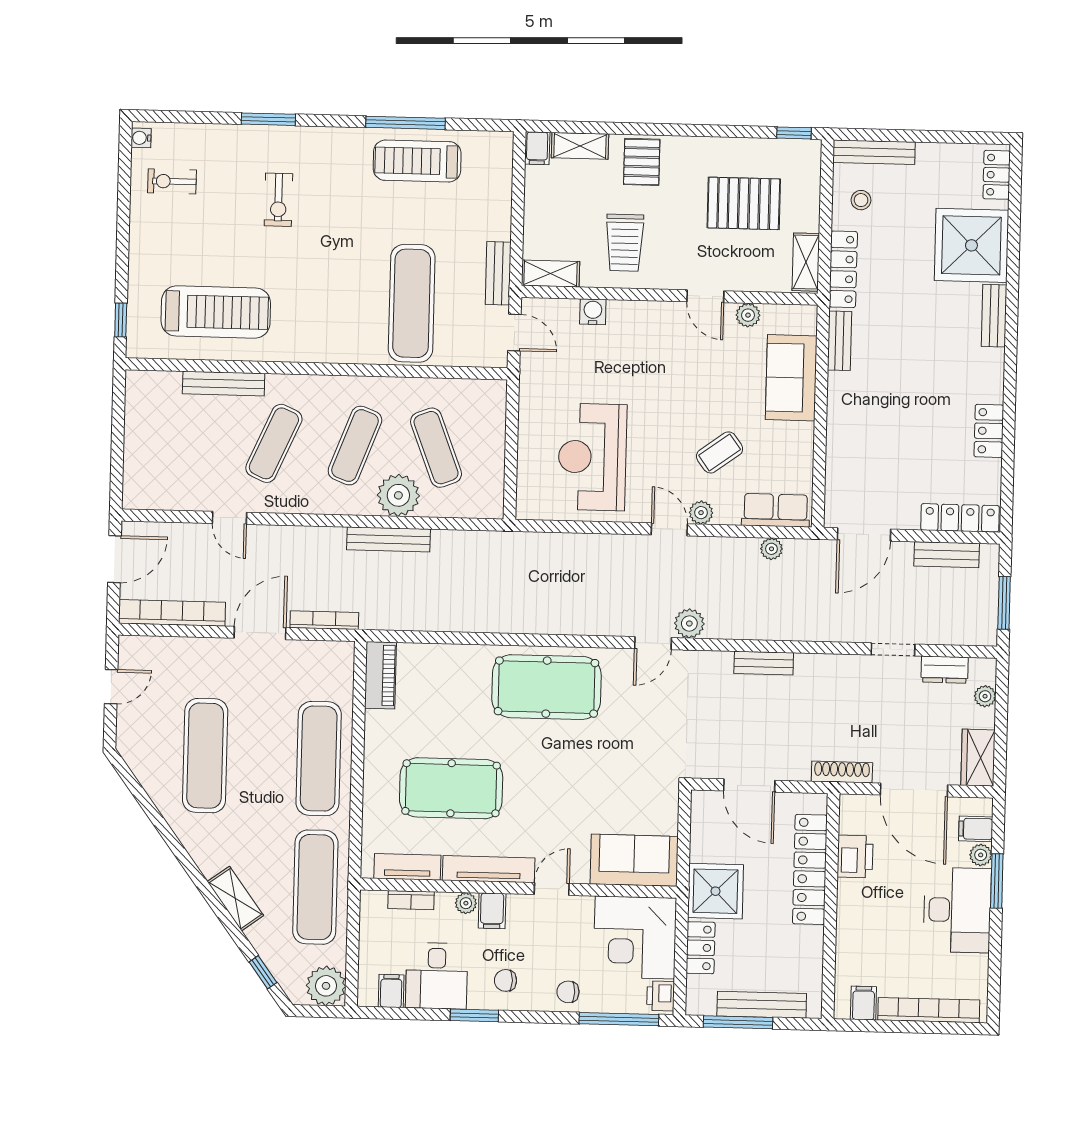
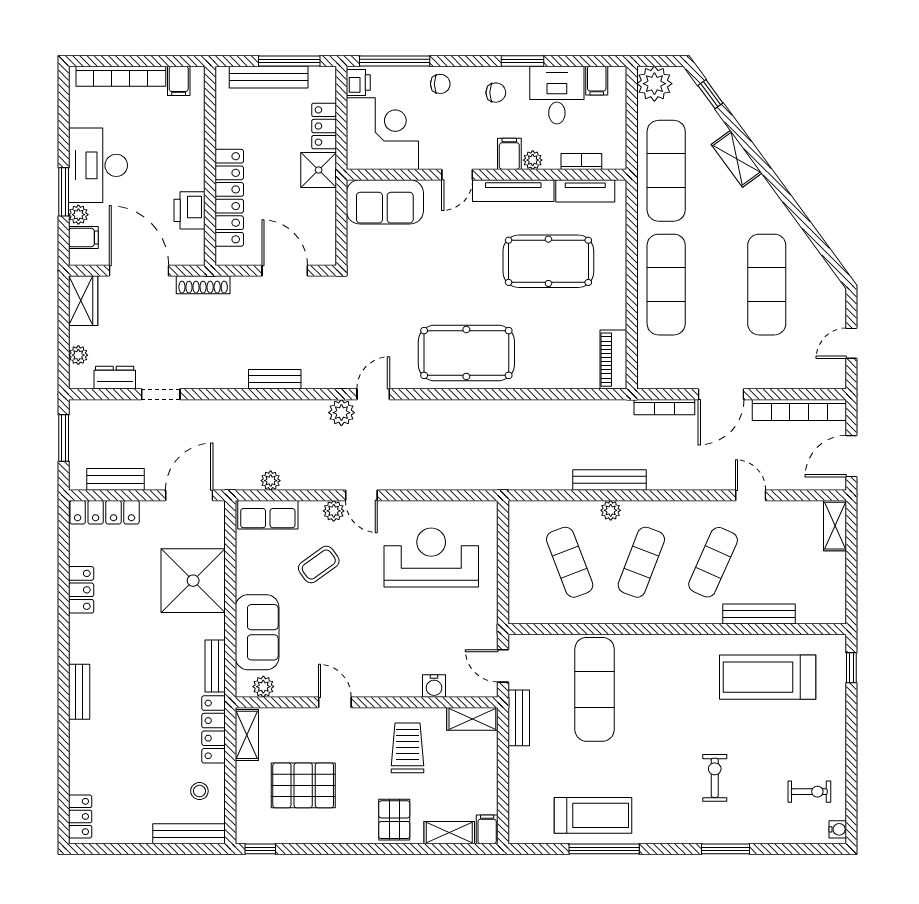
shower: (971, 245) -> (193, 581), moved
plant: (748, 315) -> (263, 687), moved
reception desk: (592, 457) -> (431, 558), turned -90
shelving: (135, 481) -> (835, 526), added
plant: (398, 495) -> (611, 510), width x0.53, depth x0.53
shower: (715, 891) -> (319, 170), width x0.73, depth x0.73

